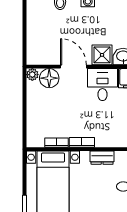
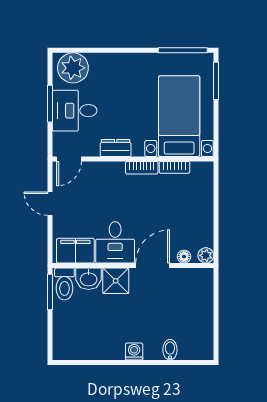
door: (73, 67) -> (153, 266), swing flipped
floor lamp: (49, 78) -> (184, 257), width x0.53, depth x0.53

